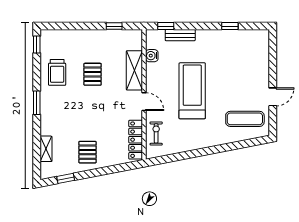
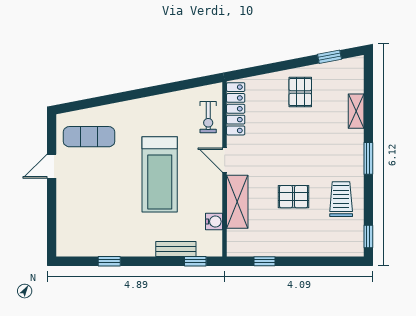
pallet: (93, 74) -> (294, 197), turned 90
shelving: (46, 149) -> (356, 111), moved

